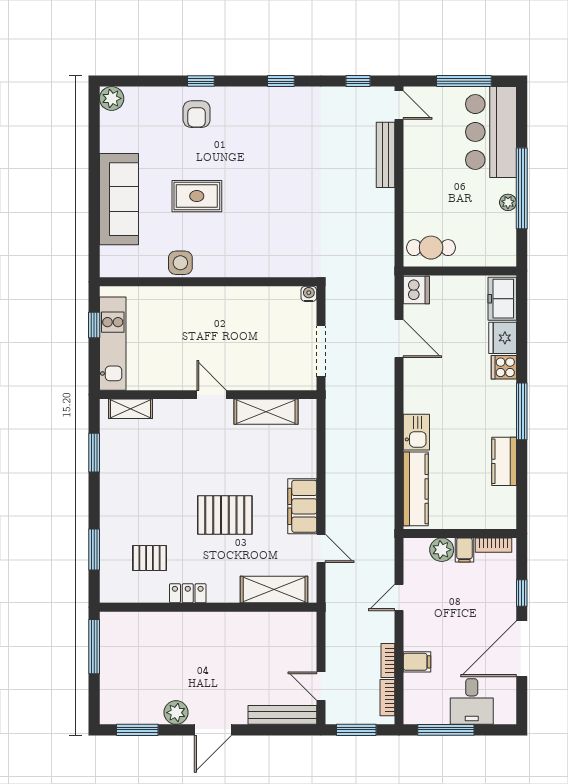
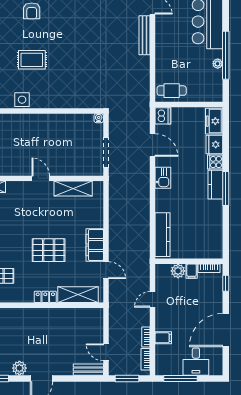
kitchen sink: (416, 432) -> (163, 178), moved
kitchen counter: (504, 461) -> (215, 185), moved
locker: (188, 593) -> (45, 297), moved
window: (522, 593) -> (226, 283), moved
bench: (282, 715) -> (88, 370), width x0.73

